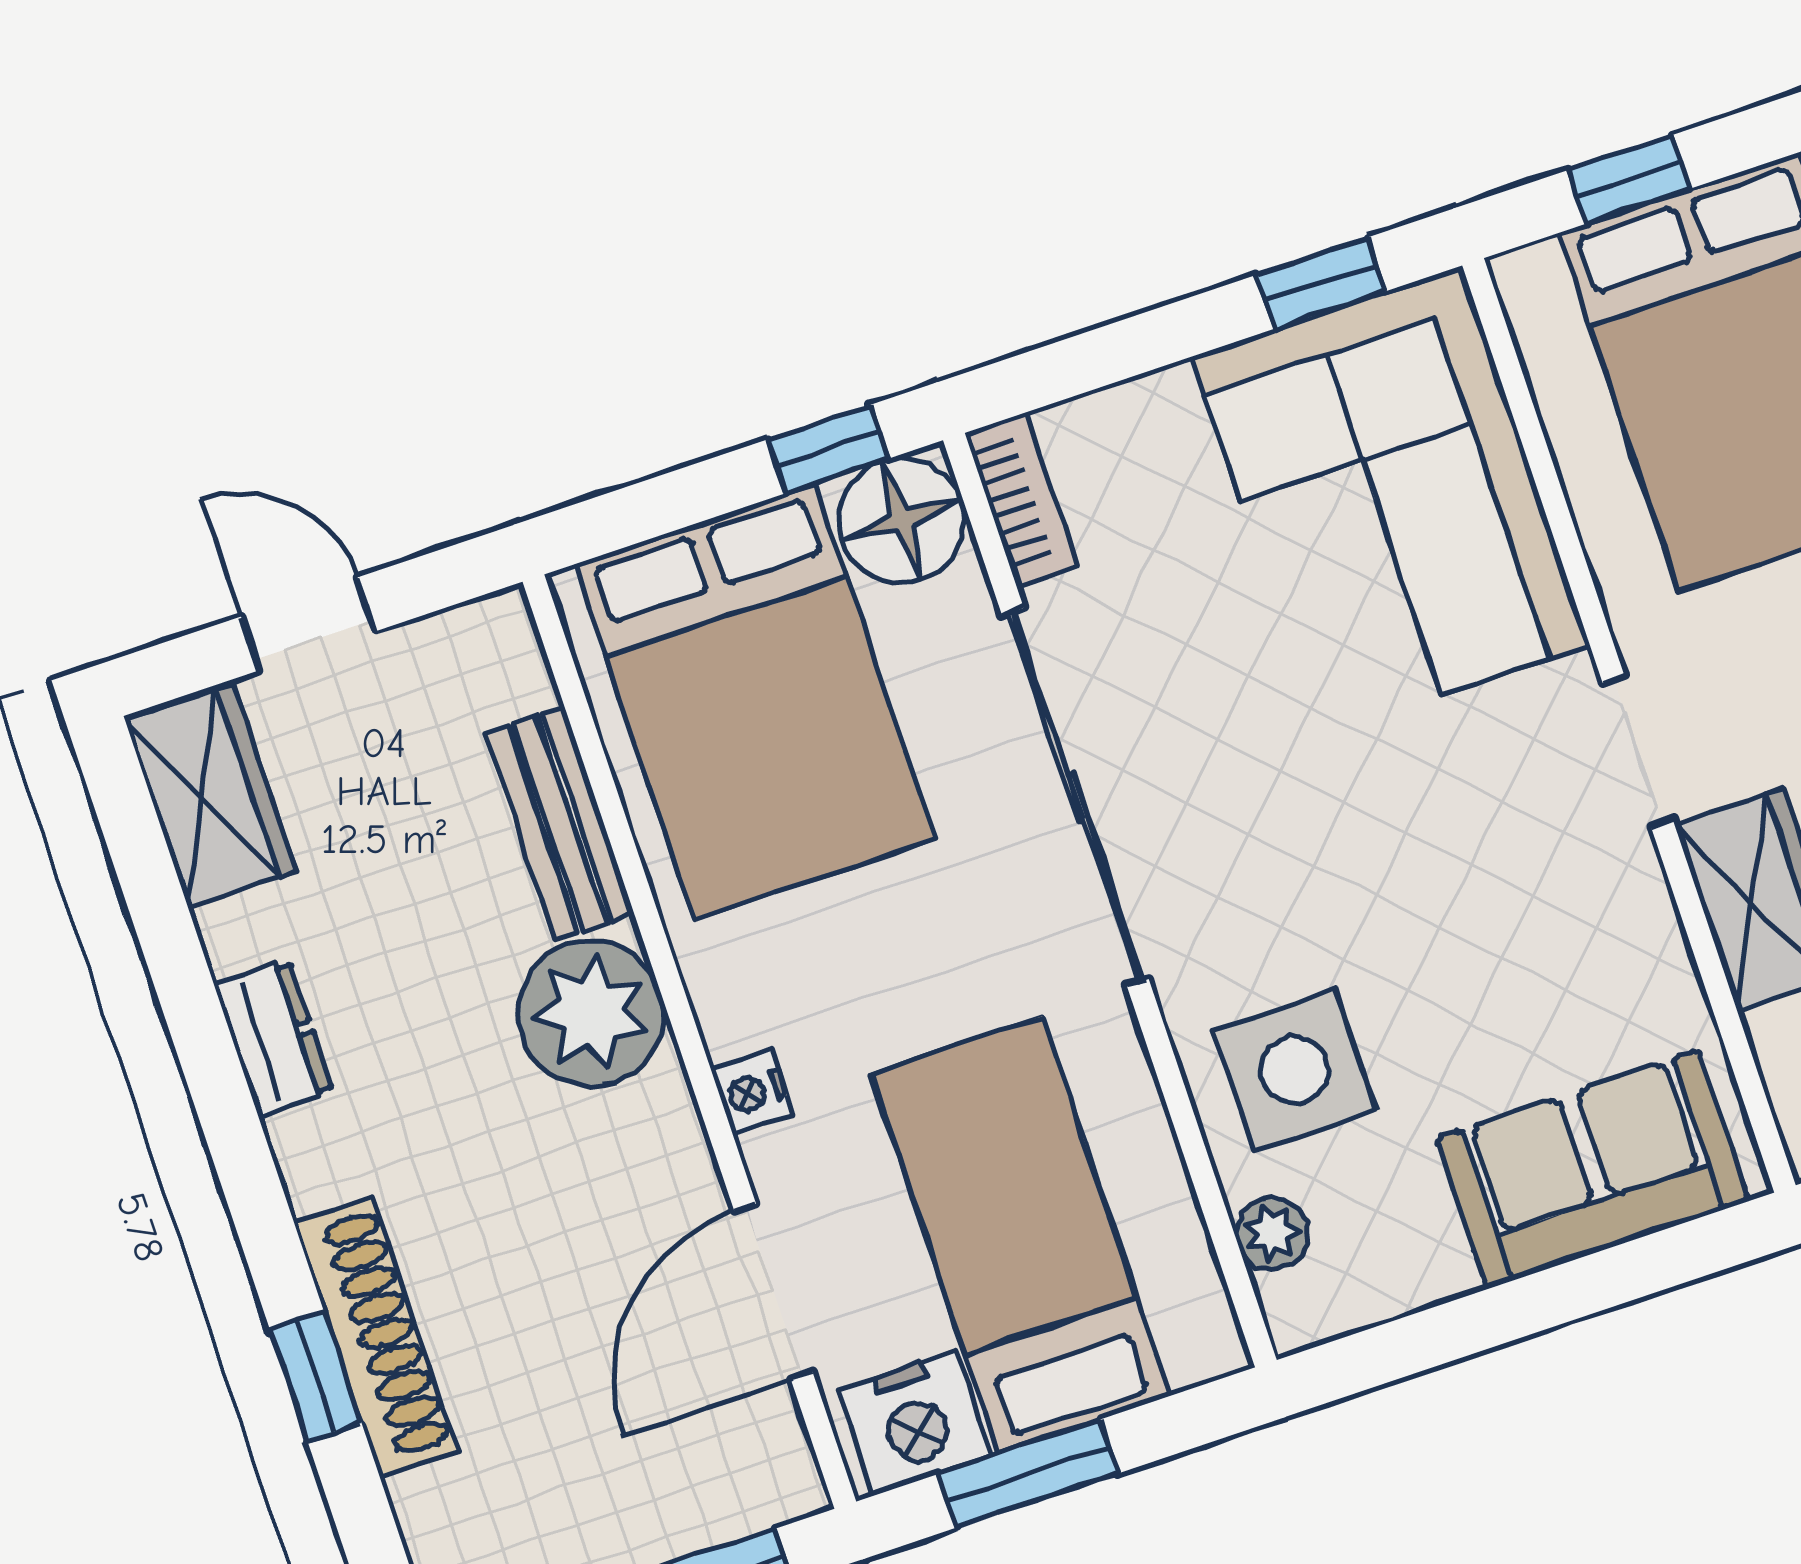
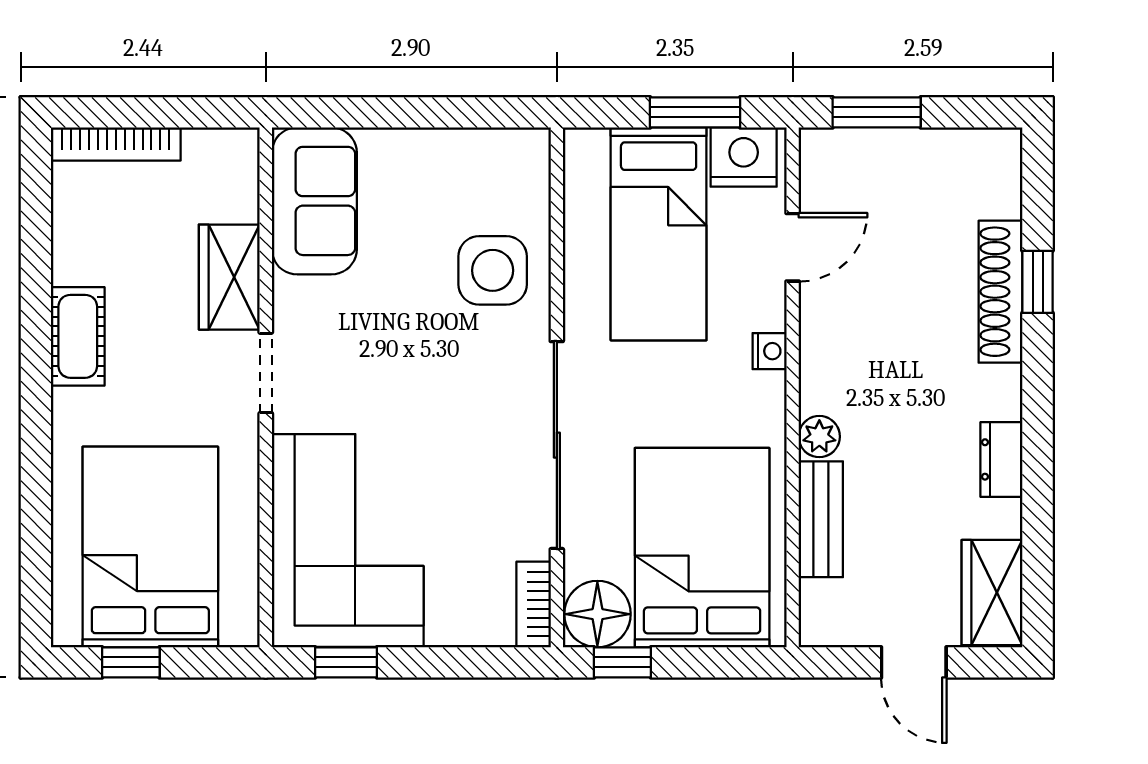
window: (1629, 179) -> (131, 662), moved
plant: (591, 1013) -> (819, 437), width x0.53, depth x0.53
sofa: (1593, 1169) -> (314, 201), moved, turned -90
plant: (1272, 1233) -> (532, 192), removed
door: (773, 1291) -> (793, 247), width x0.73

